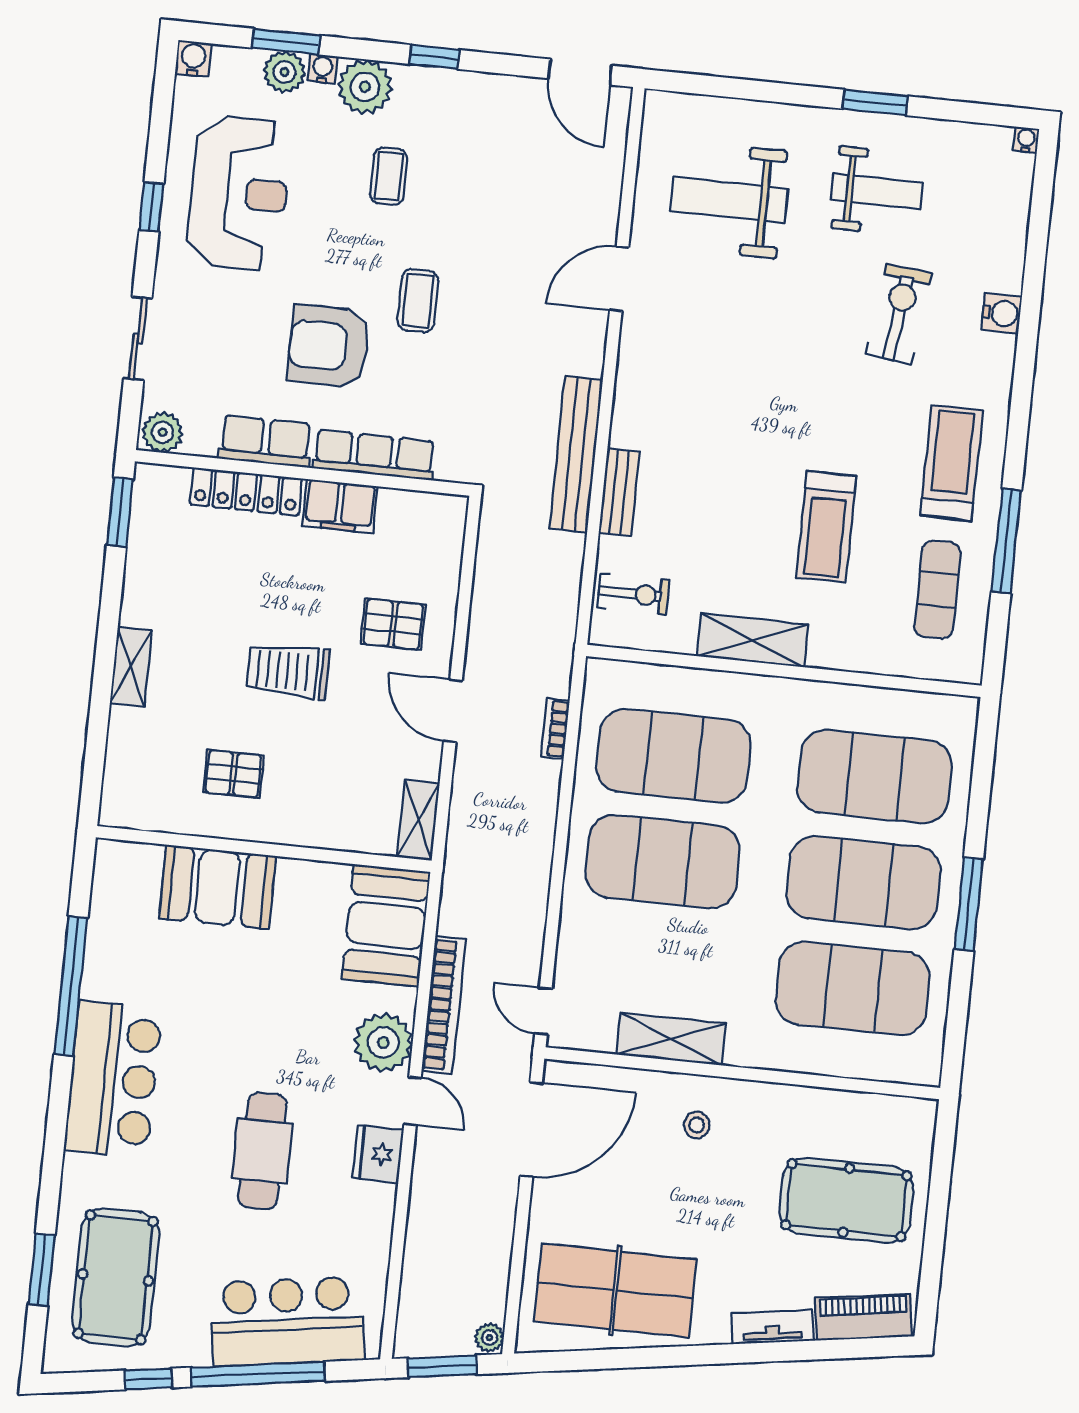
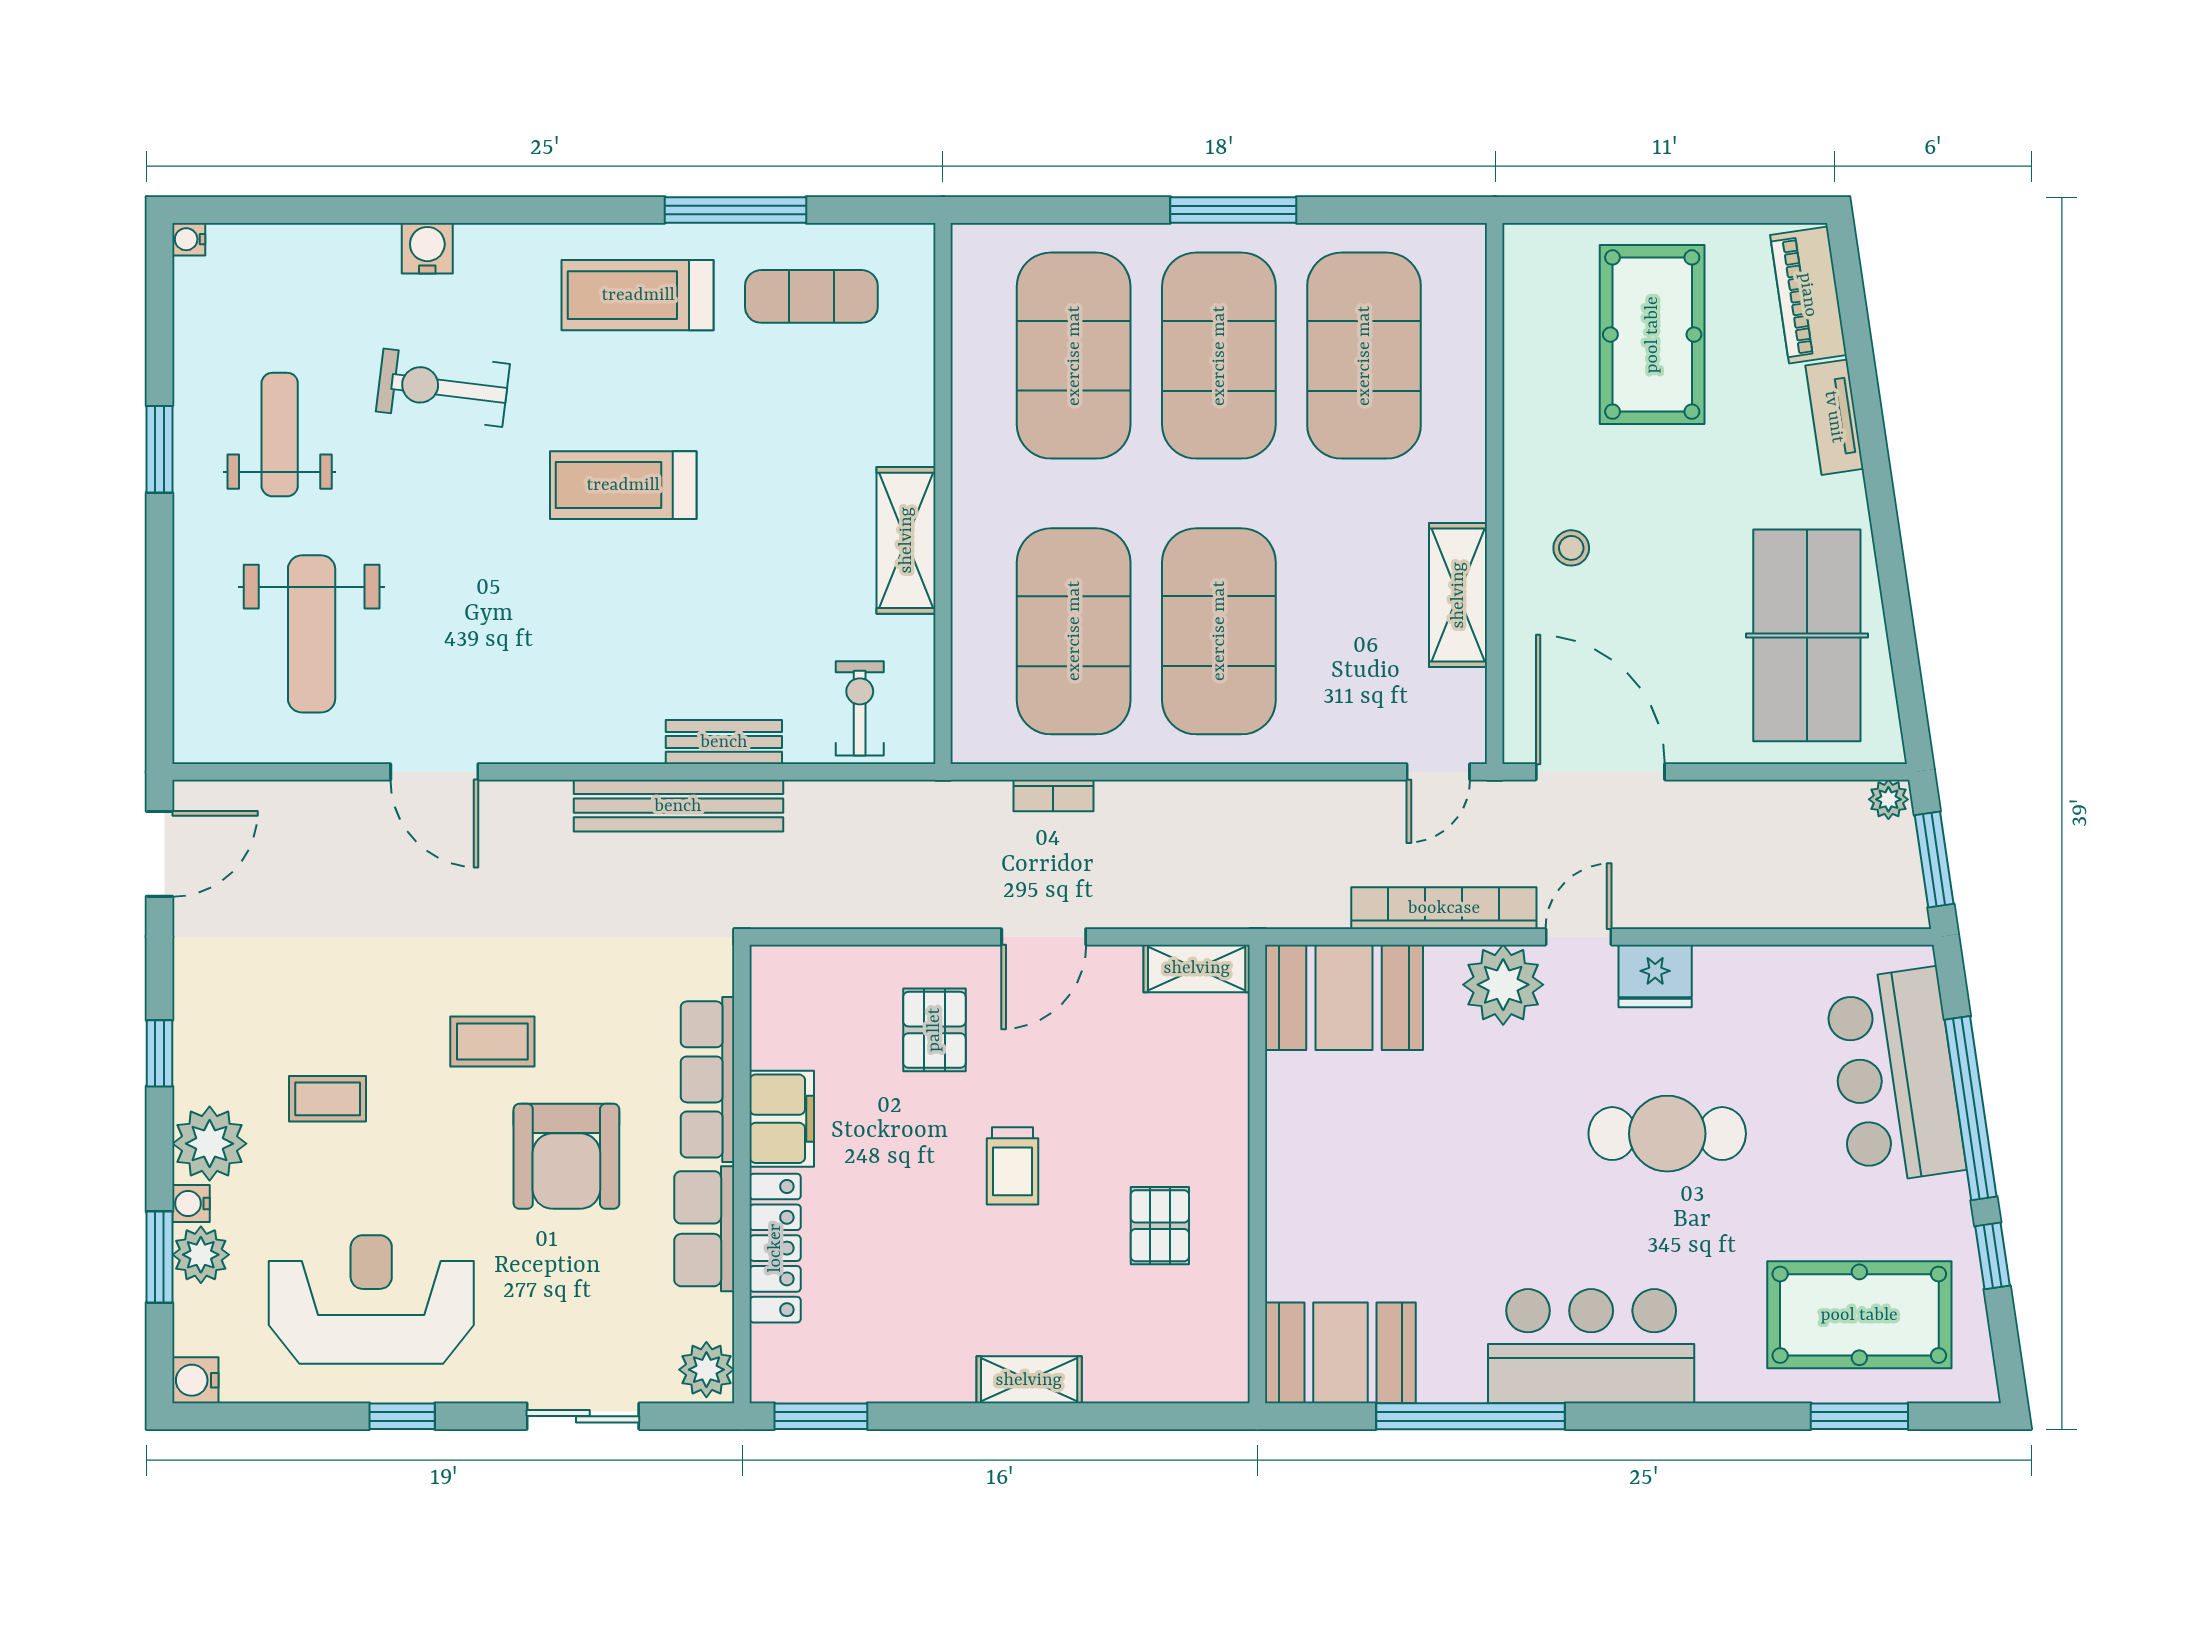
treadmill: (826, 527) -> (623, 485), moved, turned 180
trolley: (288, 671) -> (1012, 1166), width x0.73, depth x0.72
booth: (218, 887) -> (1340, 1353), moved, turned 90

